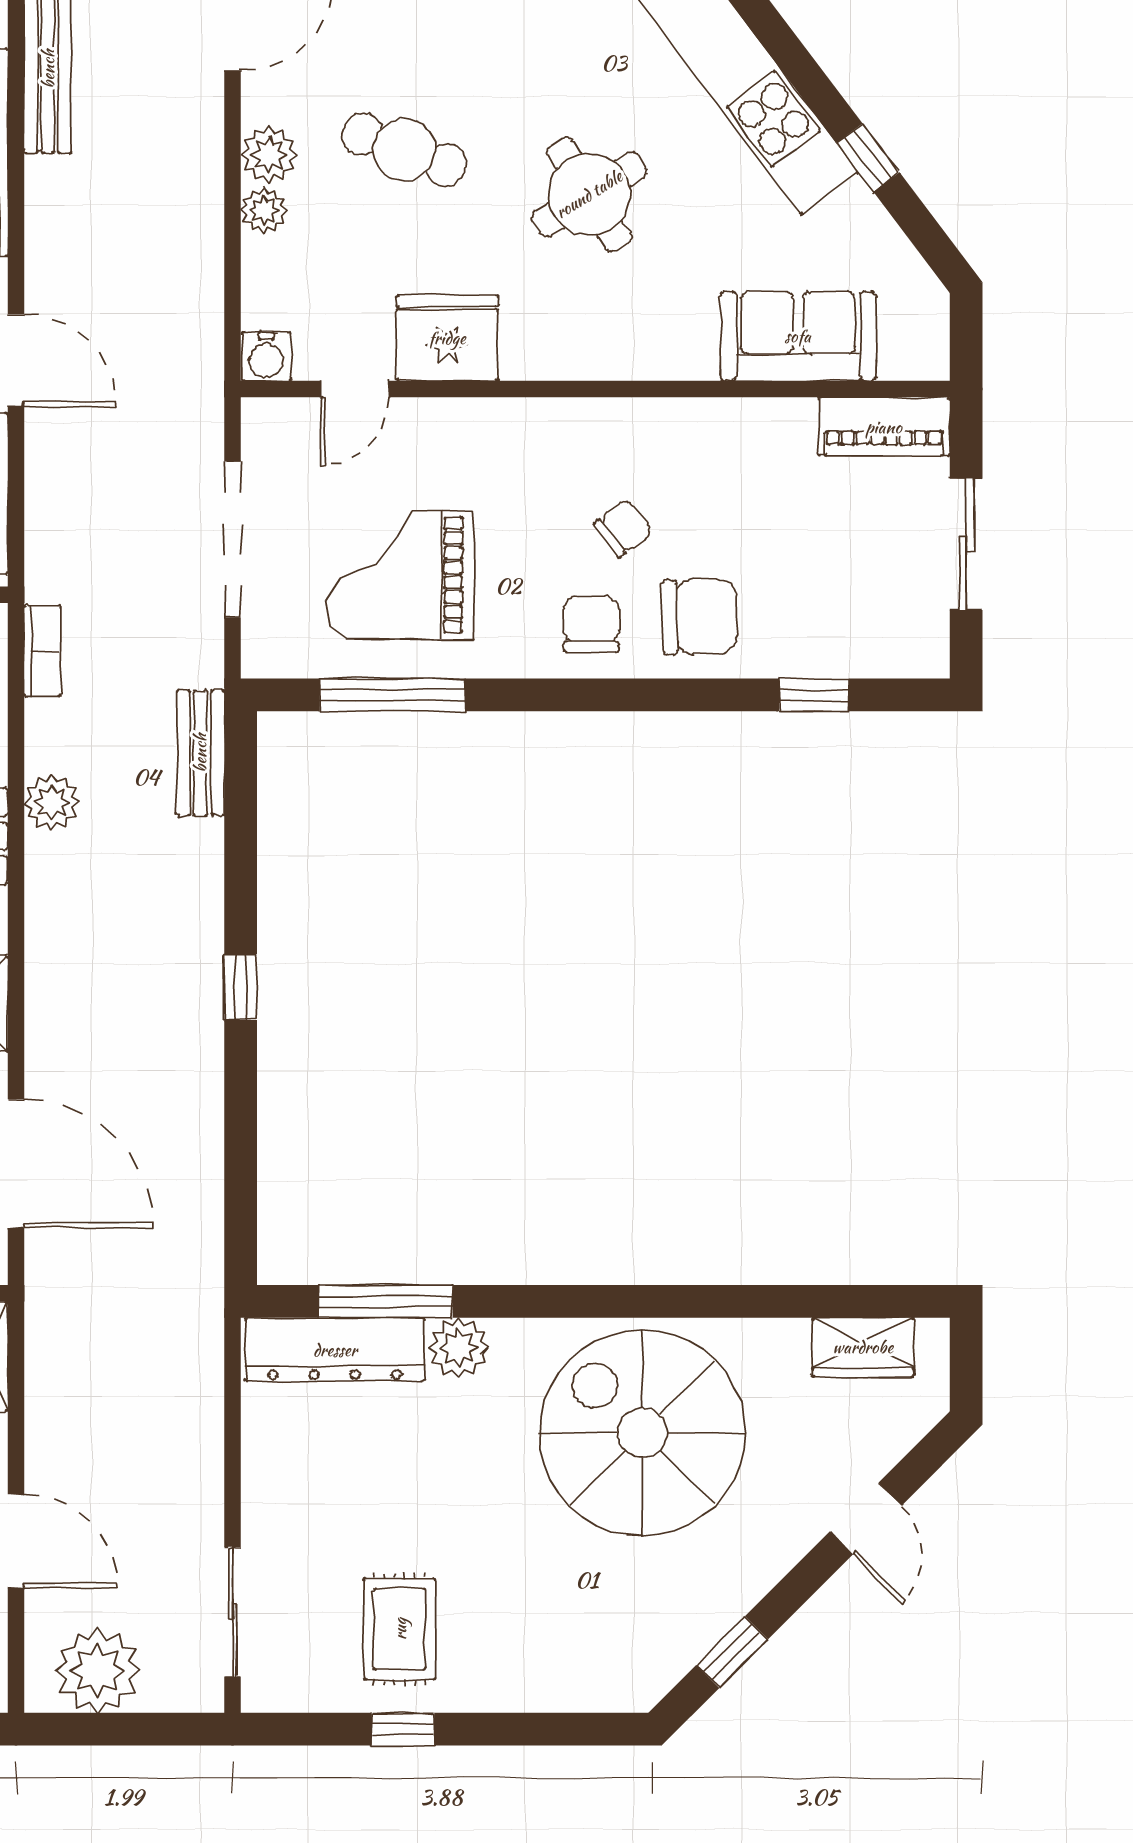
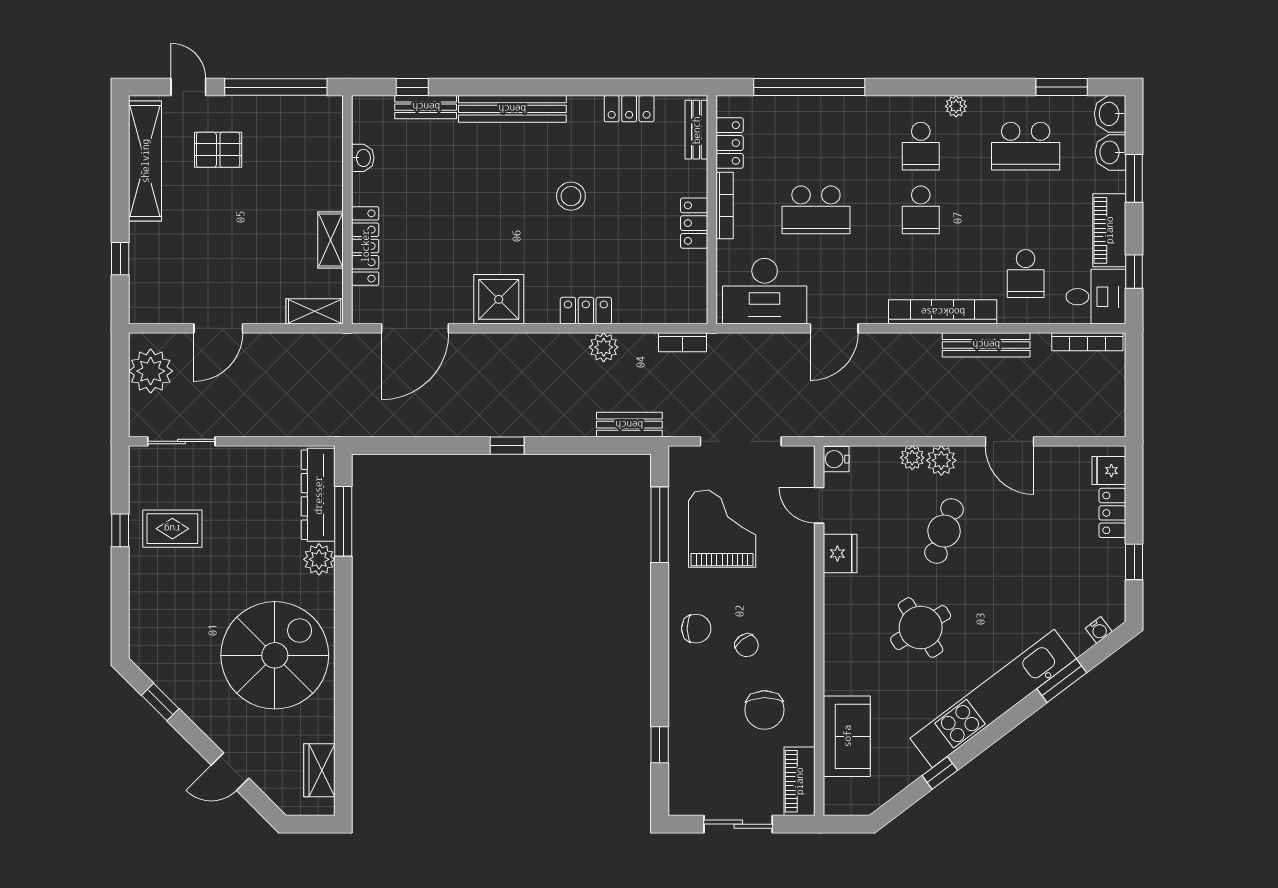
fridge: (447, 338) -> (840, 553), width x0.73, depth x0.75
chair: (699, 617) -> (764, 710), moved

